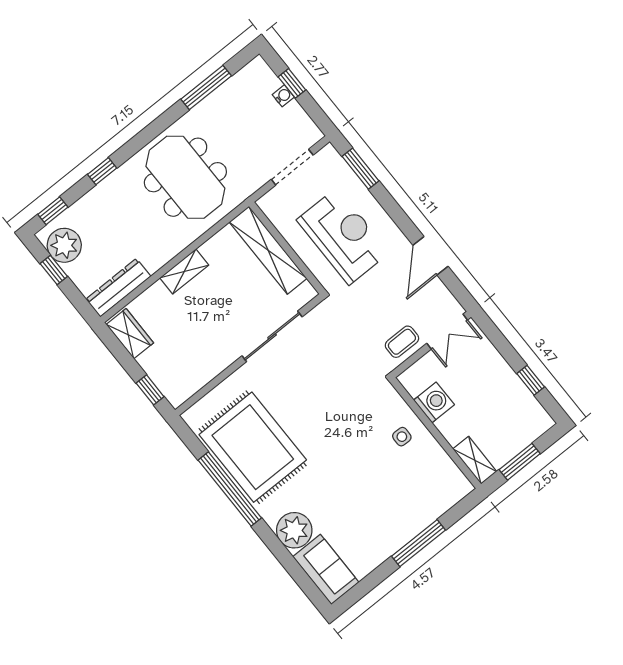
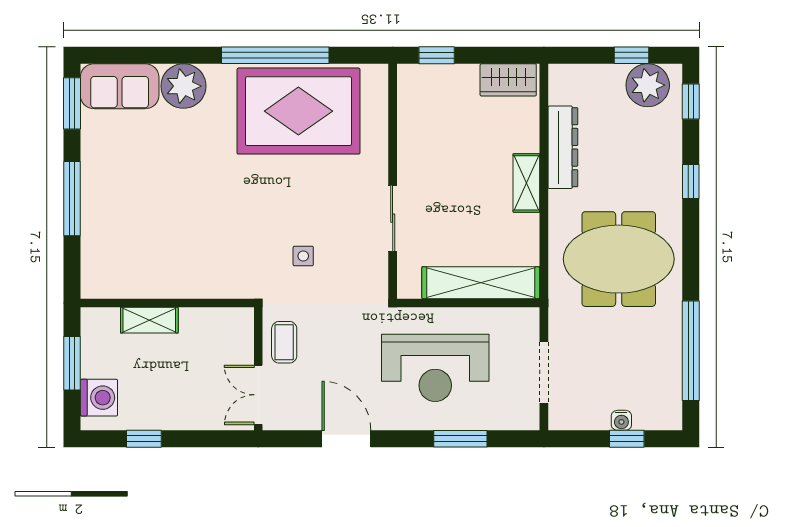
window: (206, 88) -> (691, 351), width x1.46
window: (360, 169) -> (460, 439), moved
dresser: (118, 288) -> (563, 147), moved
sliding door: (272, 336) -> (393, 218), width x0.73
washing machine: (434, 402) -> (99, 398), moved, turned -90
side table: (402, 437) -> (303, 256), moved
shelving: (475, 460) -> (149, 320), moved
window: (360, 590) -> (72, 103), added

